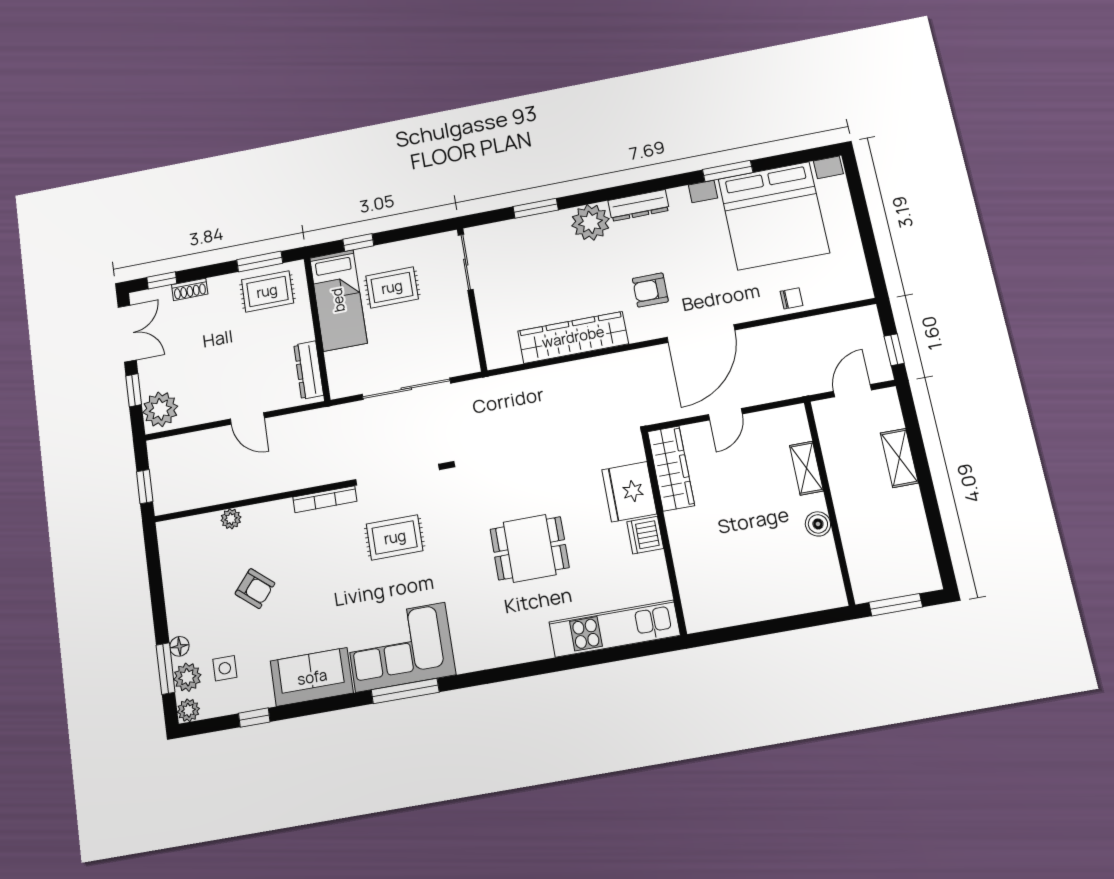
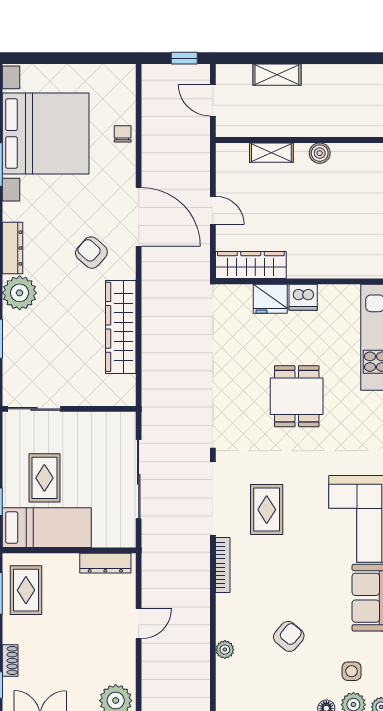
armchair: (650, 290) -> (91, 253), turned 131
fridge: (629, 492) -> (270, 299), width x0.73, depth x0.75

